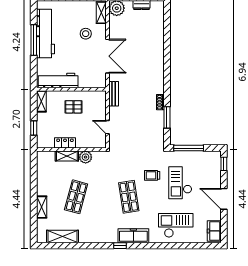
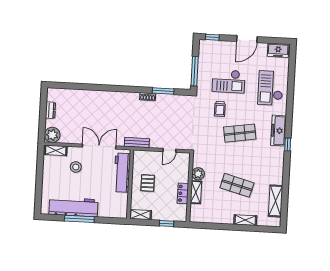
workbench: (58, 81) -> (122, 173), moved

